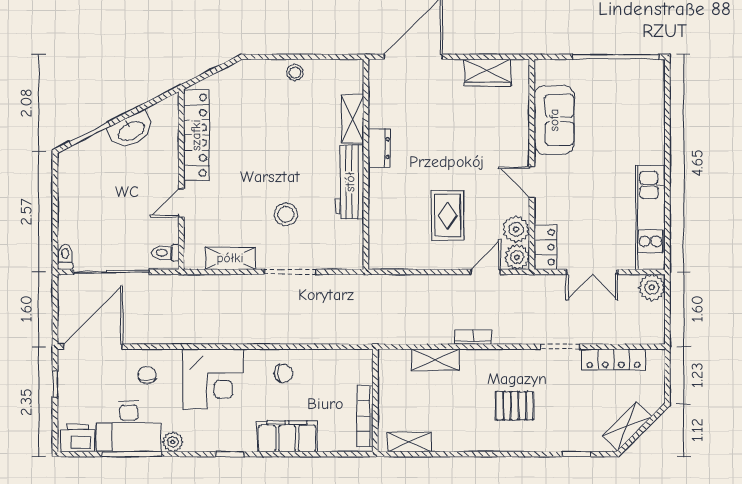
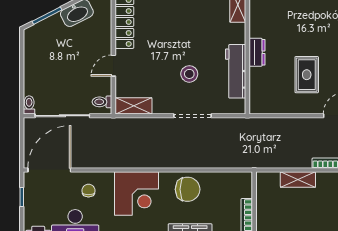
dresser: (379, 148) -> (257, 52), moved
workbench: (350, 182) -> (236, 71), moved
shelving: (230, 258) -> (134, 106), moved
chair: (283, 373) -> (188, 189), width x1.87, depth x1.87

